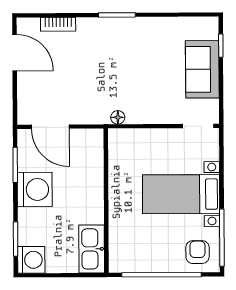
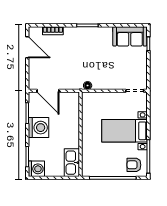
sofa: (202, 69) -> (130, 36), moved, turned -90
armchair: (198, 252) -> (134, 165), turned -90

